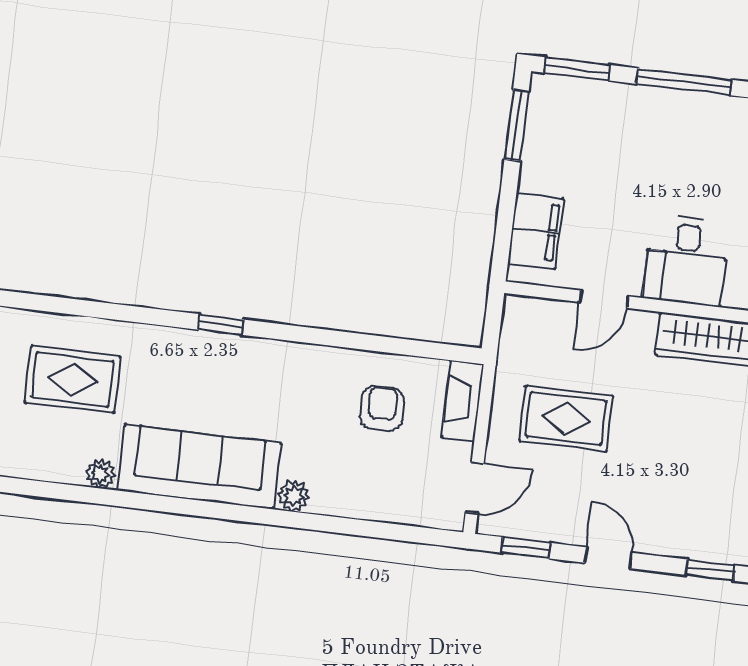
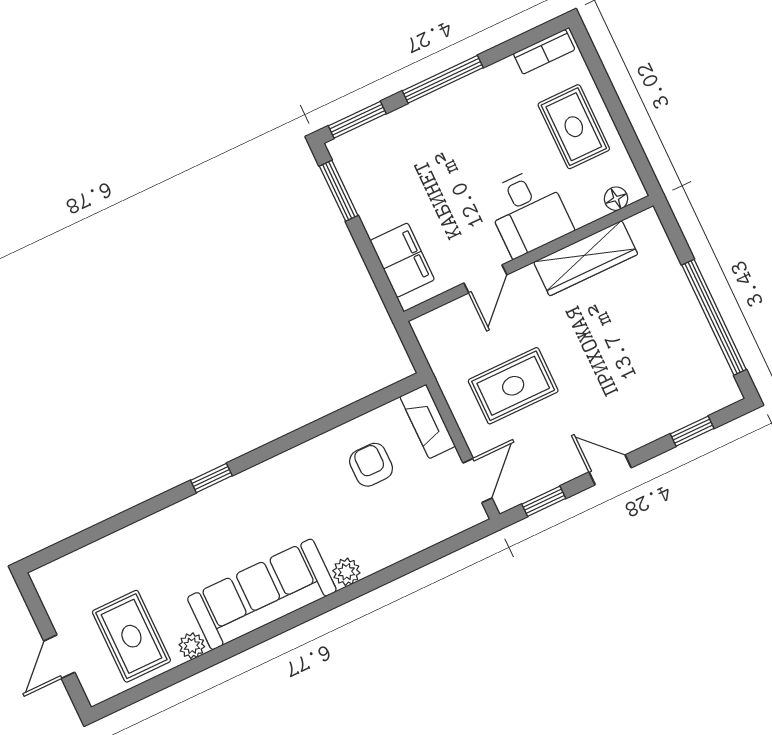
rug: (73, 379) -> (131, 636), moved, turned 90

